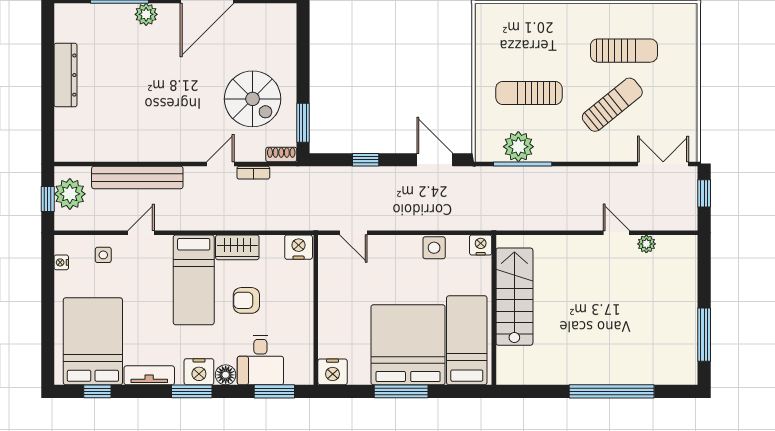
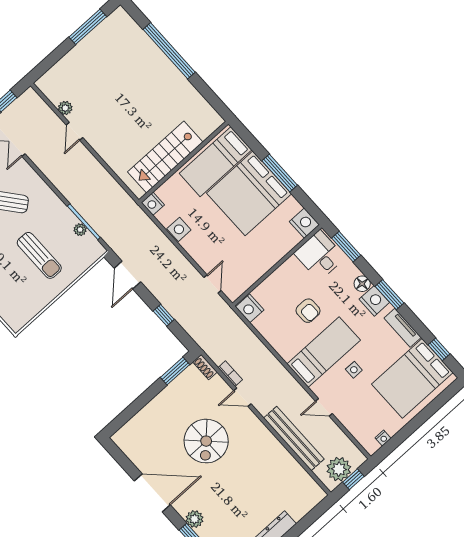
spiral stairs: (253, 99) -> (206, 441), moved, turned 180
plant: (518, 147) -> (80, 230), width x0.53, depth x0.53
wardrobe: (237, 247) -> (282, 344), removed
side table: (103, 255) -> (354, 370), moved
desk: (260, 360) -> (320, 255), moved, turned -90

